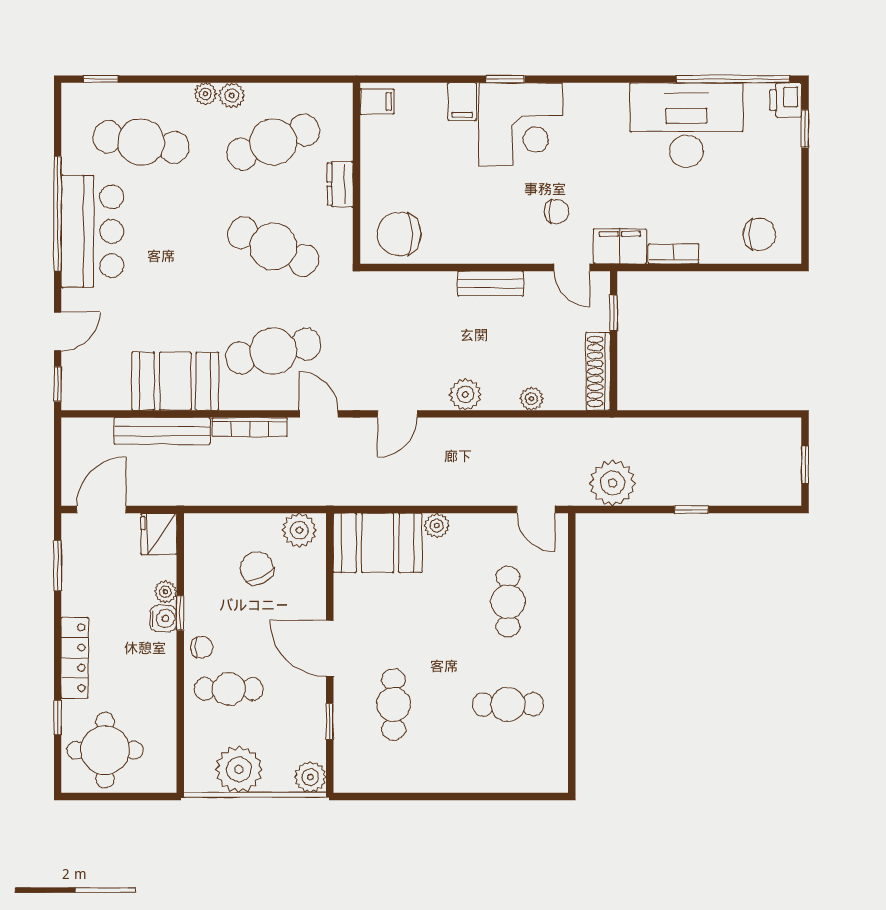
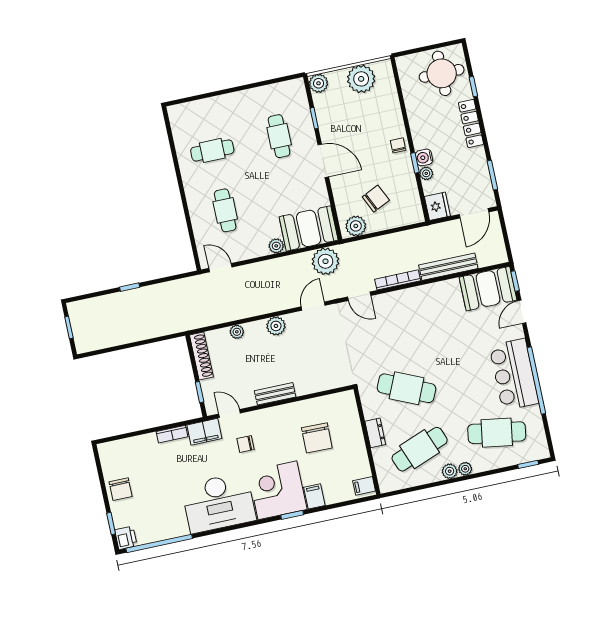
desk: (686, 125) -> (219, 503), moved
chair: (399, 234) -> (317, 438), moved, turned 91
chair: (759, 234) -> (121, 489), moved, turned -90
cafe table: (273, 351) -> (393, 327), removed
booth: (175, 381) -> (488, 289), moved
plant: (613, 483) -> (326, 261), moved
chair: (257, 568) -> (376, 199), turned -90
chair: (202, 647) -> (398, 145), turned 90
cafe table: (229, 689) -> (377, 125), removed

